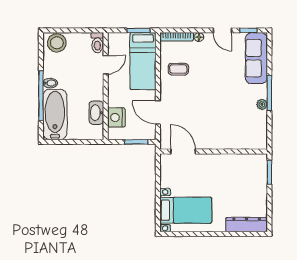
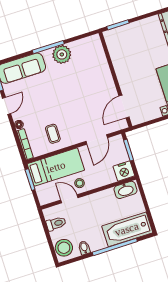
toilet: (97, 43) -> (56, 224), moved
stool: (118, 80) -> (80, 183), added
bidet: (50, 83) -> (84, 248), moved
plant: (262, 104) -> (62, 54), width x1.87, depth x1.87
washbasin: (96, 113) -> (126, 190), moved
nightstand: (116, 117) -> (124, 171), moved

